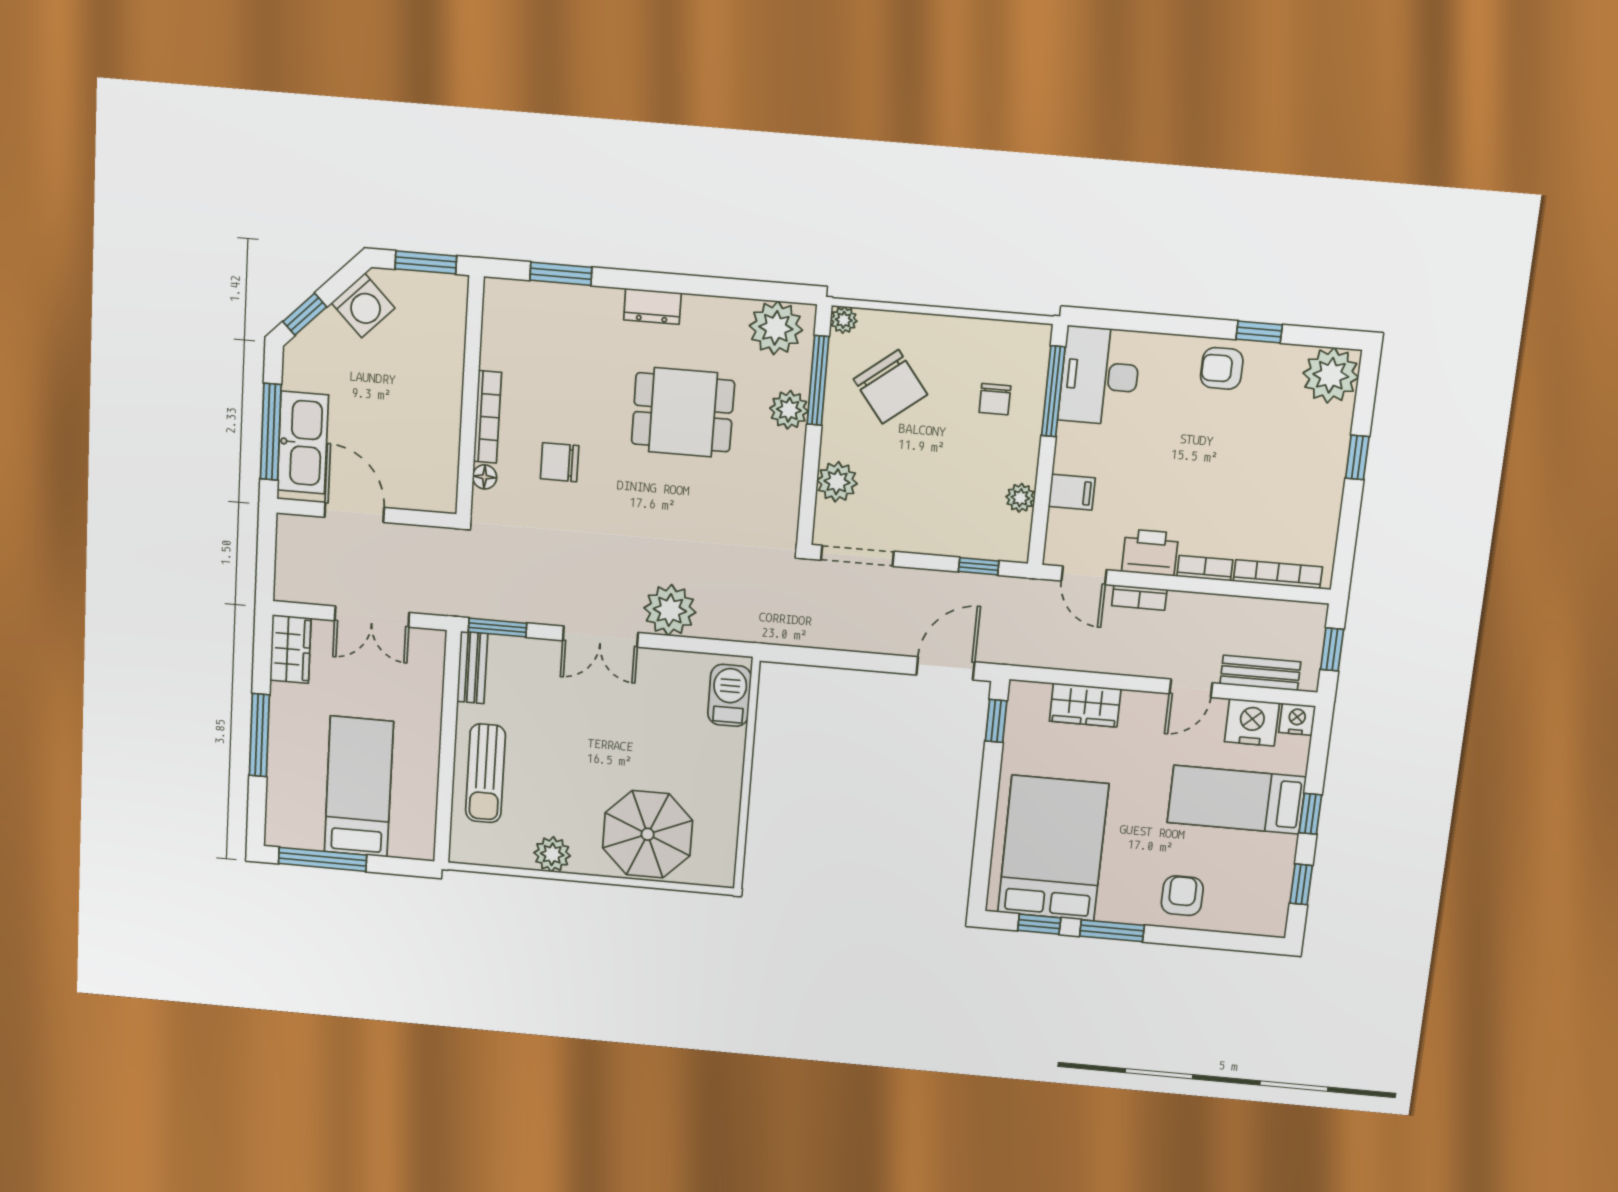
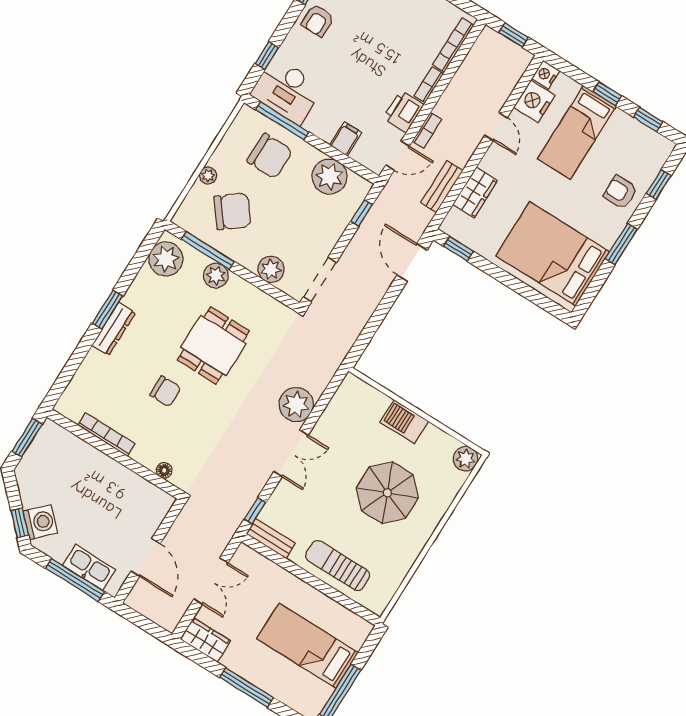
window: (561, 274) -> (107, 310), moved
washing machine: (363, 306) -> (40, 522), moved
dresser: (652, 306) -> (114, 329), width x1.44
plant: (844, 320) -> (208, 176), moved
window: (1136, 322) -> (267, 56), added
chair: (995, 399) -> (270, 156), width x1.87, depth x1.87
dining table: (683, 412) -> (213, 345), moved
bookcase: (487, 417) -> (106, 434), moved
kitchen sink: (303, 443) -> (89, 567), width x0.73, depth x0.81
chair: (560, 462) -> (165, 391), moved, turned -90
plant: (1020, 498) -> (330, 177), width x1.87, depth x1.87
door: (354, 512) -> (146, 557), swing flipped
window: (498, 628) -> (255, 511), width x0.67
bench: (1260, 673) -> (442, 187), moved
barbecue: (729, 695) -> (404, 422), moved
sun lounger: (485, 773) -> (338, 565), turned 180
parasol: (648, 834) -> (387, 493), moved
plant: (552, 854) -> (465, 459), moved
window: (1039, 924) -> (659, 184), moved

